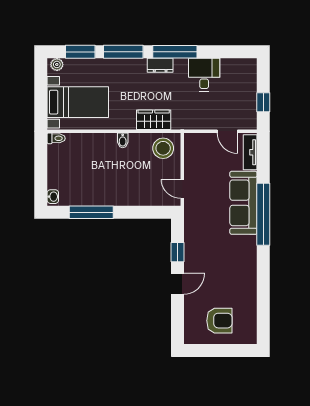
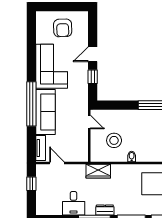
wardrobe: (154, 120) -> (98, 171), moved
stool: (163, 148) -> (114, 140), moved
corner sofa: (235, 267) -> (52, 66), added
armchair: (219, 321) -> (63, 28), turned -92

